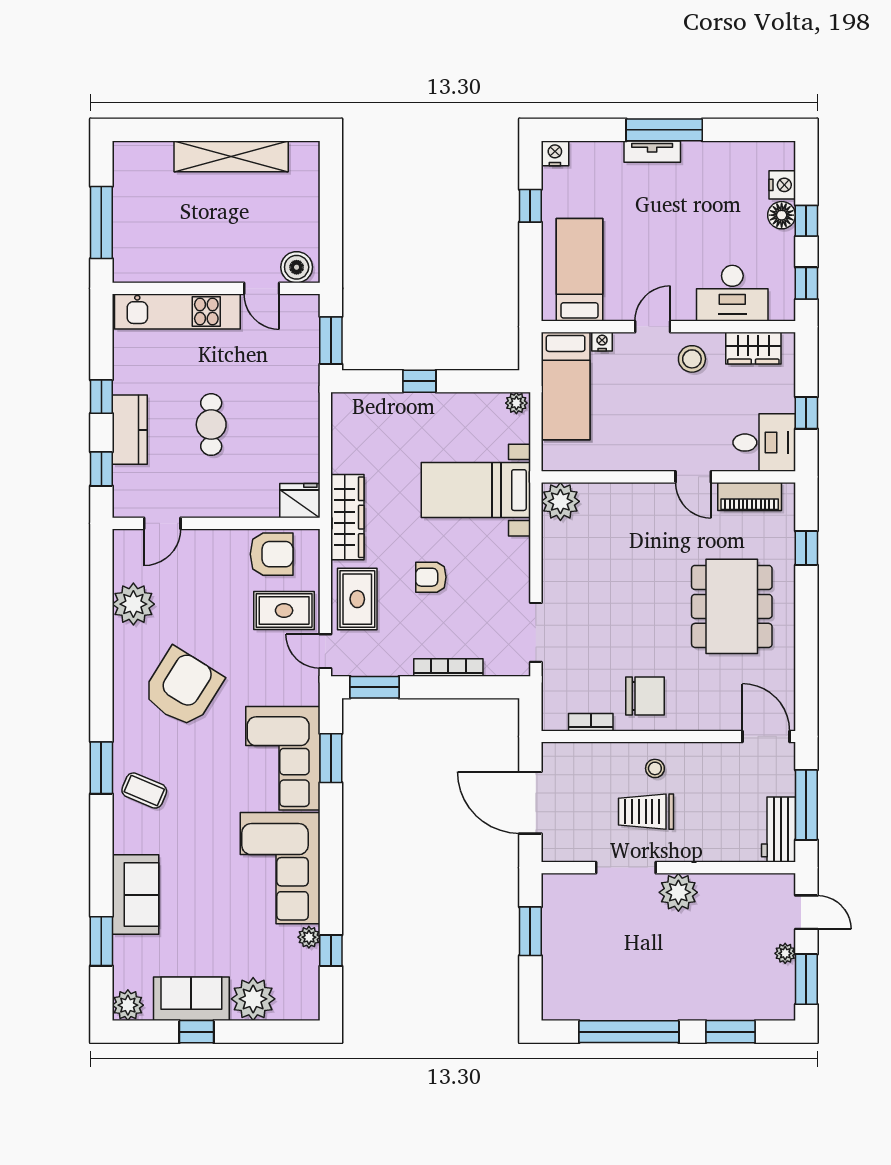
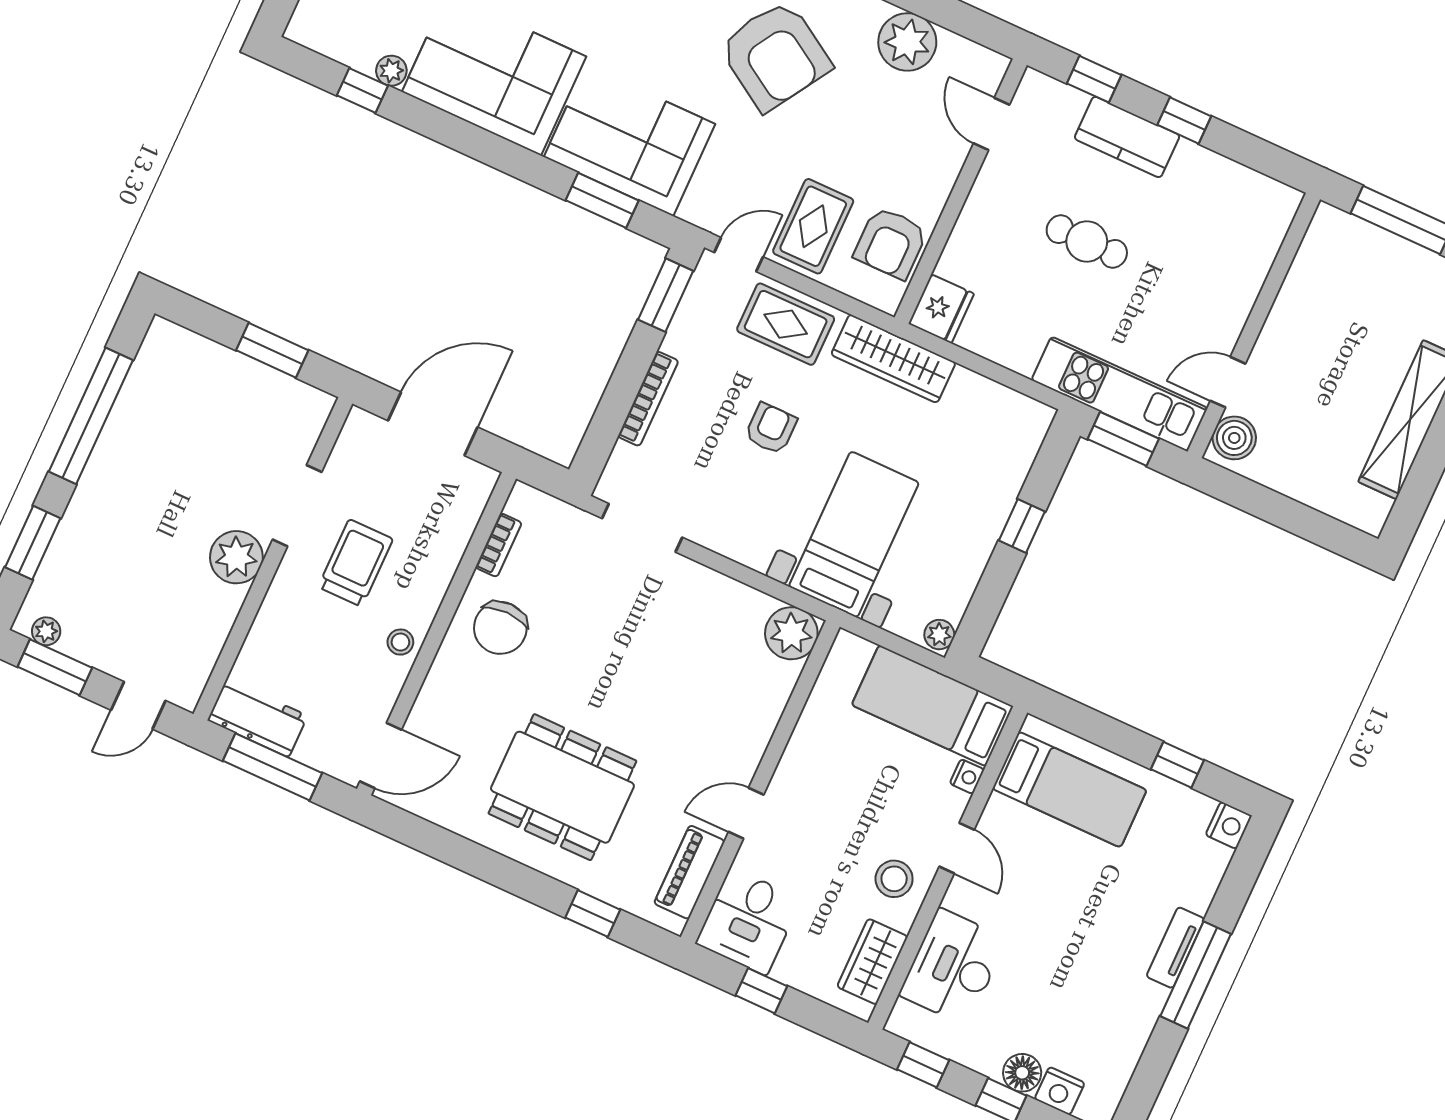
kitchen unit: (177, 312) -> (1120, 394), moved, turned 90
stool: (655, 768) -> (400, 642), moved
plant: (785, 953) -> (46, 631), moved

